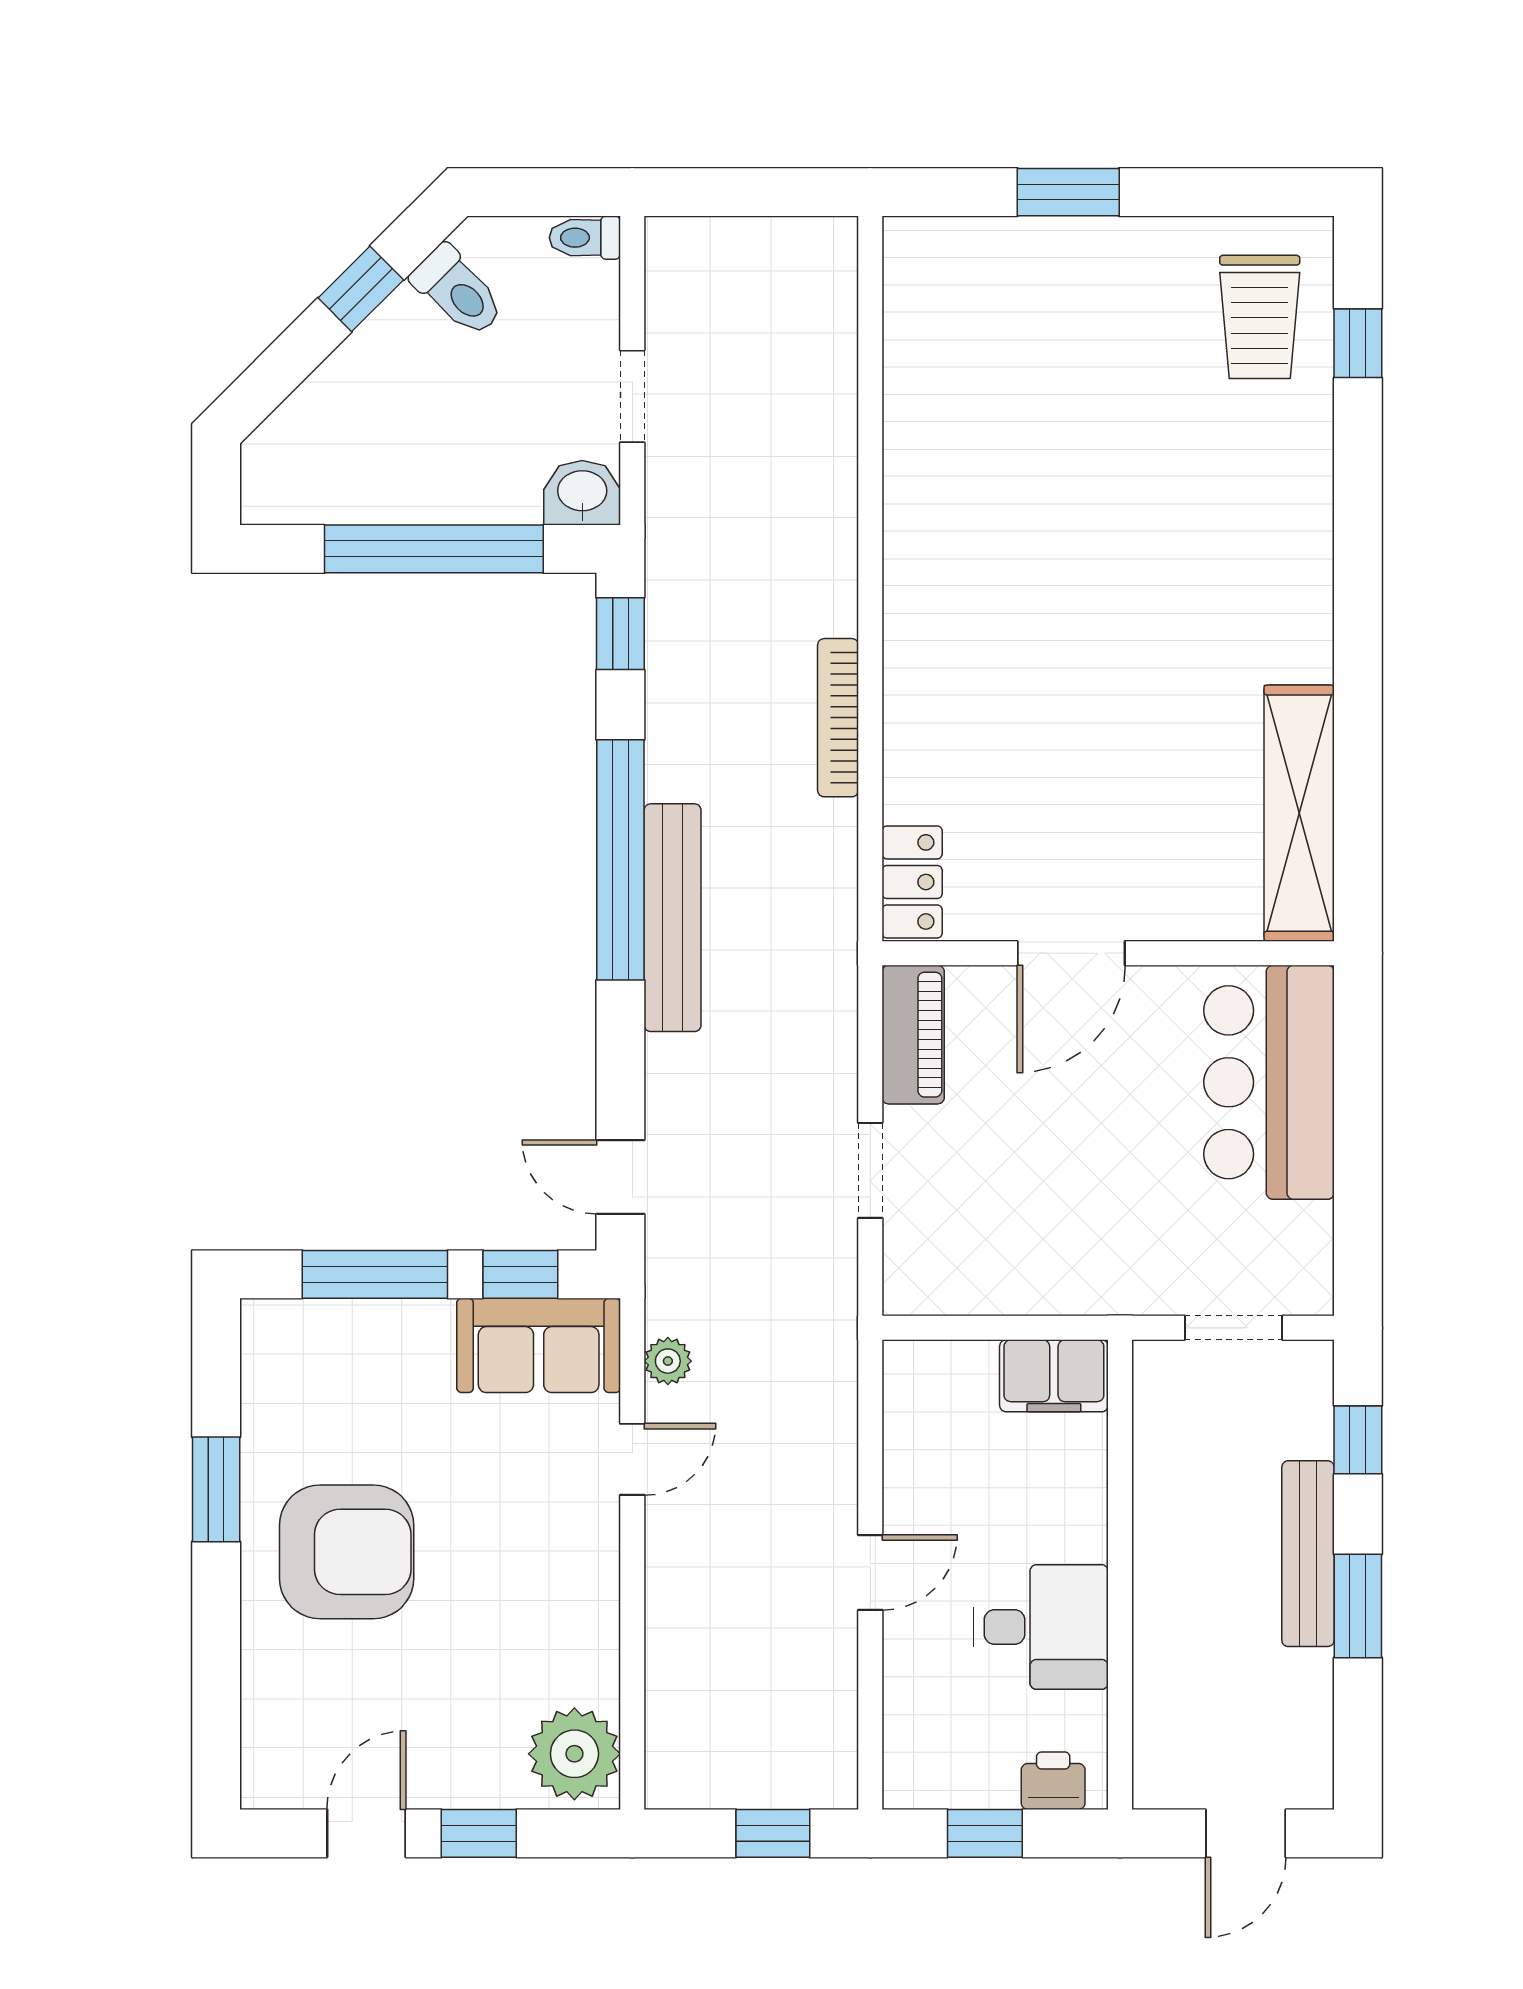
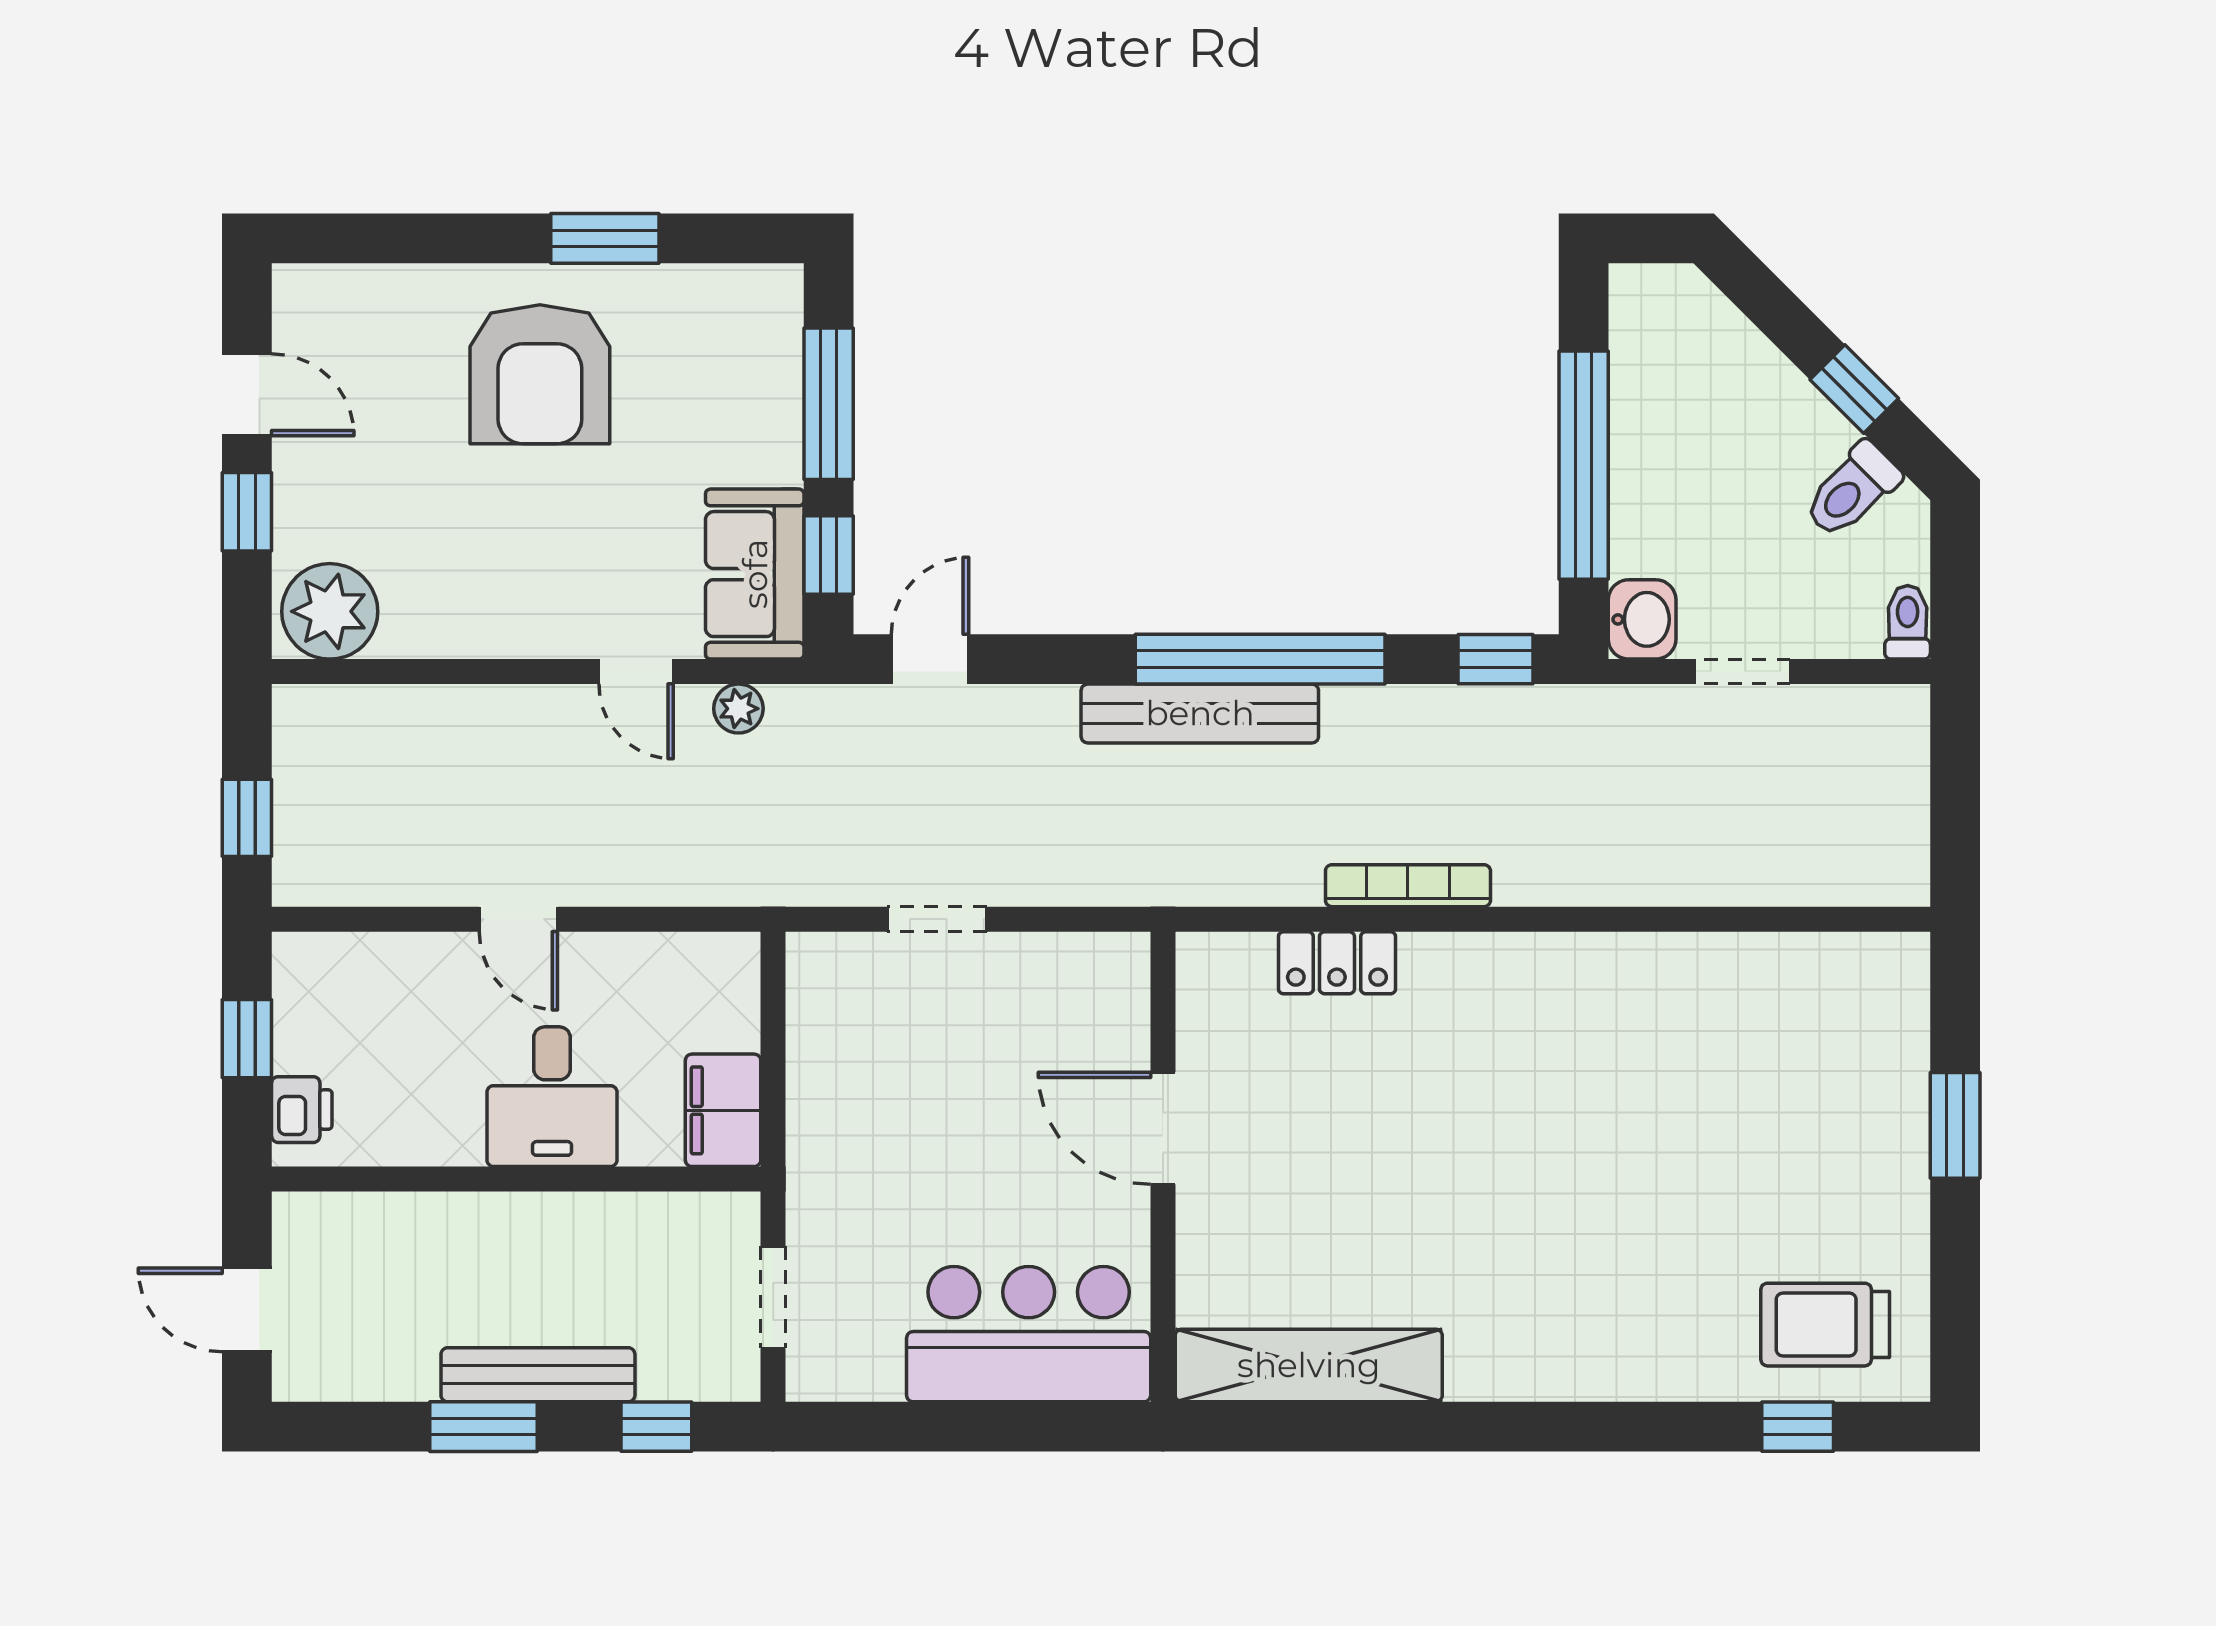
locker: (912, 882) -> (1337, 963), moved
piano: (913, 1035) -> (1078, 964), removed
desk: (1041, 1627) -> (552, 1097), moved

